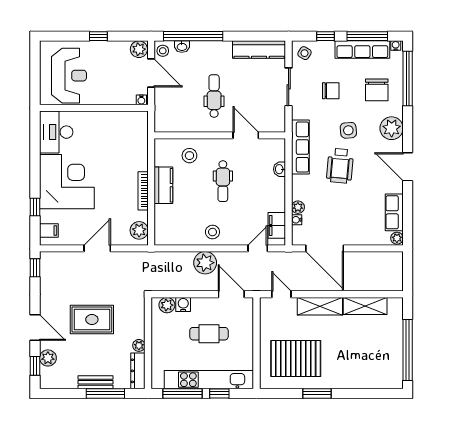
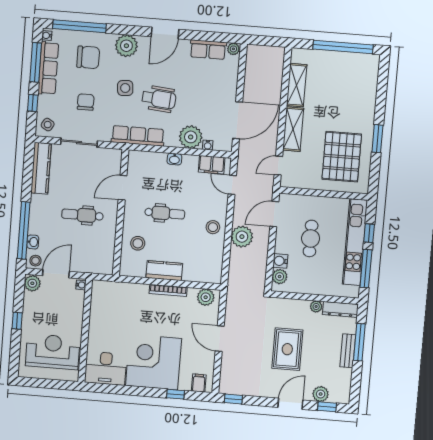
washbasin: (280, 169) -> (174, 159), moved
plant: (298, 207) -> (191, 137), width x1.88, depth x1.88

